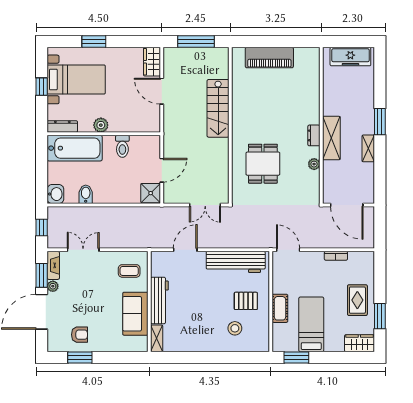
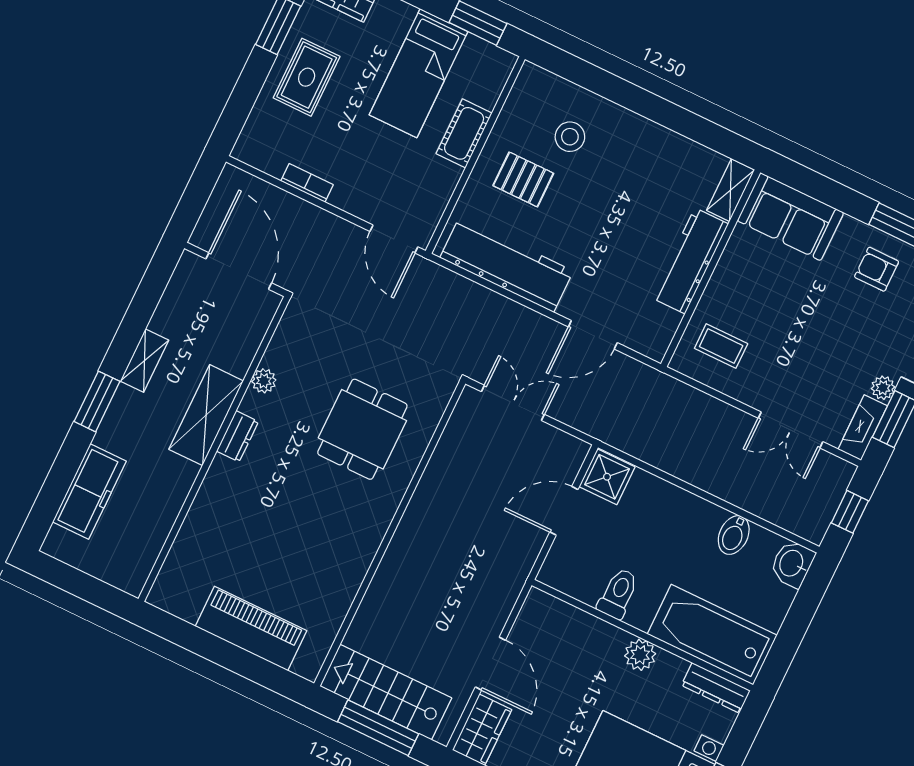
freezer: (350, 57) -> (89, 492), moved, turned 90
stairs: (218, 108) -> (386, 692), moved, turned -90
sofa: (135, 314) -> (790, 217), moved, turned 90

